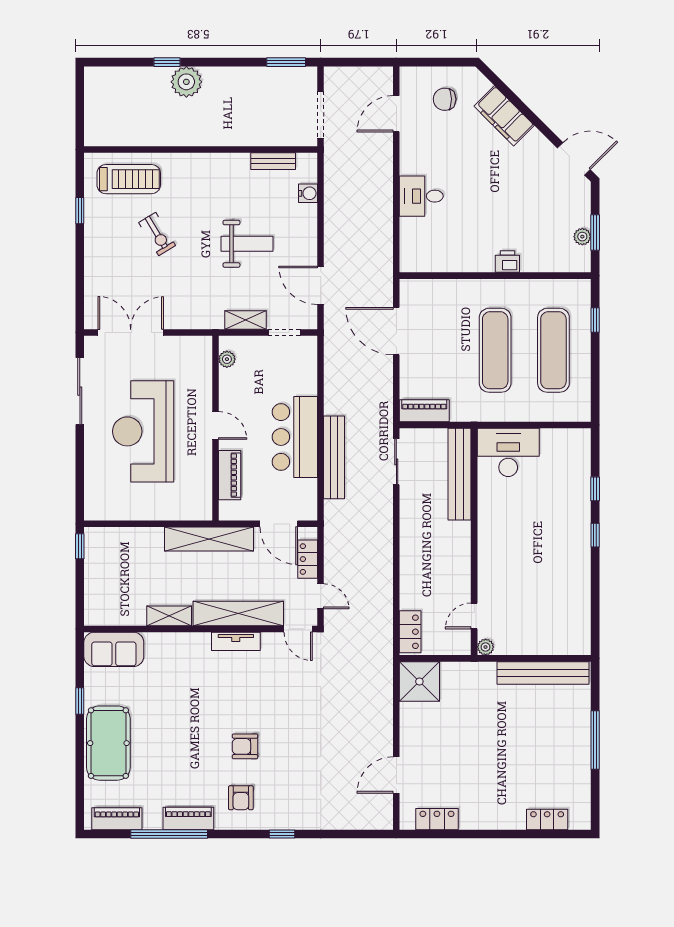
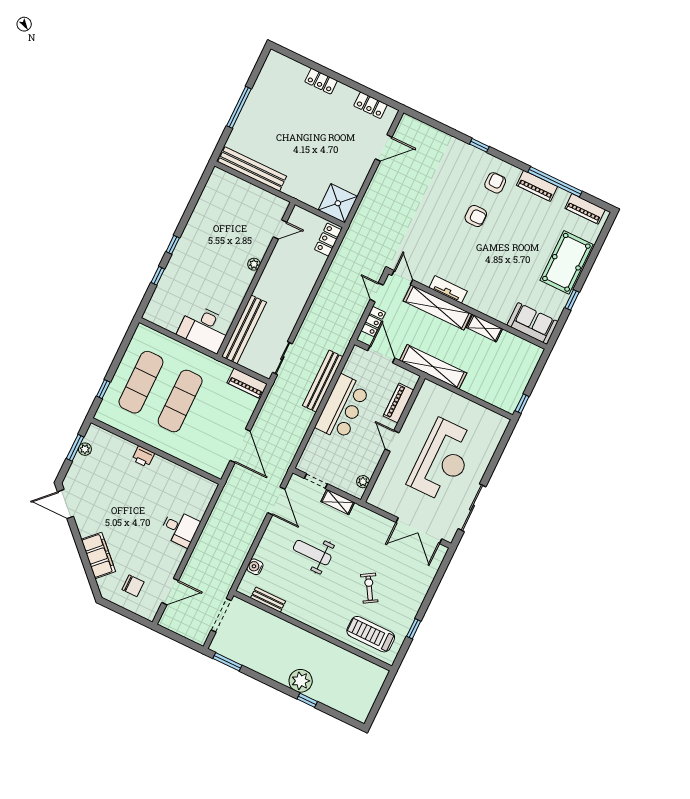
plant: (486, 647) -> (254, 264), moved
locker: (547, 819) -> (321, 81), moved

